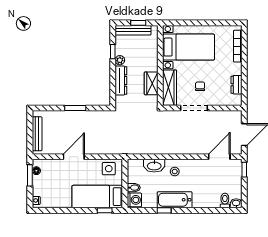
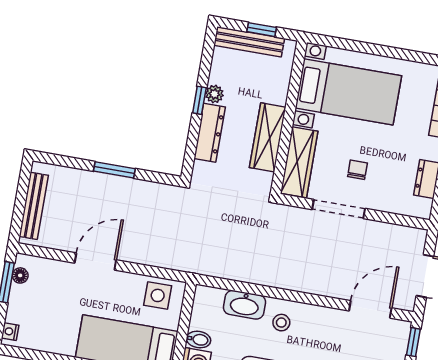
window: (113, 52) -> (199, 100), moved
wardrobe: (151, 83) -> (268, 137), width x1.50

